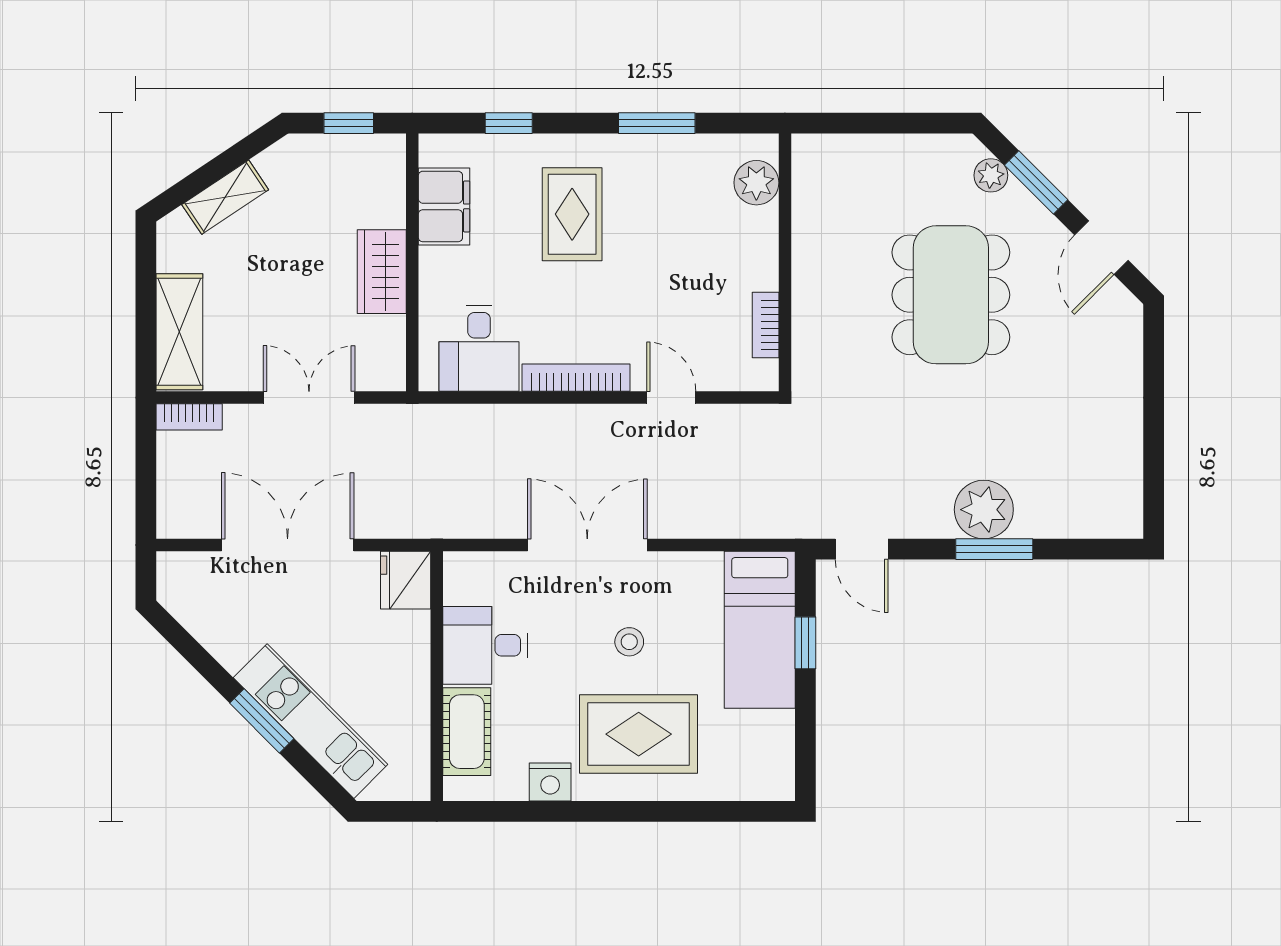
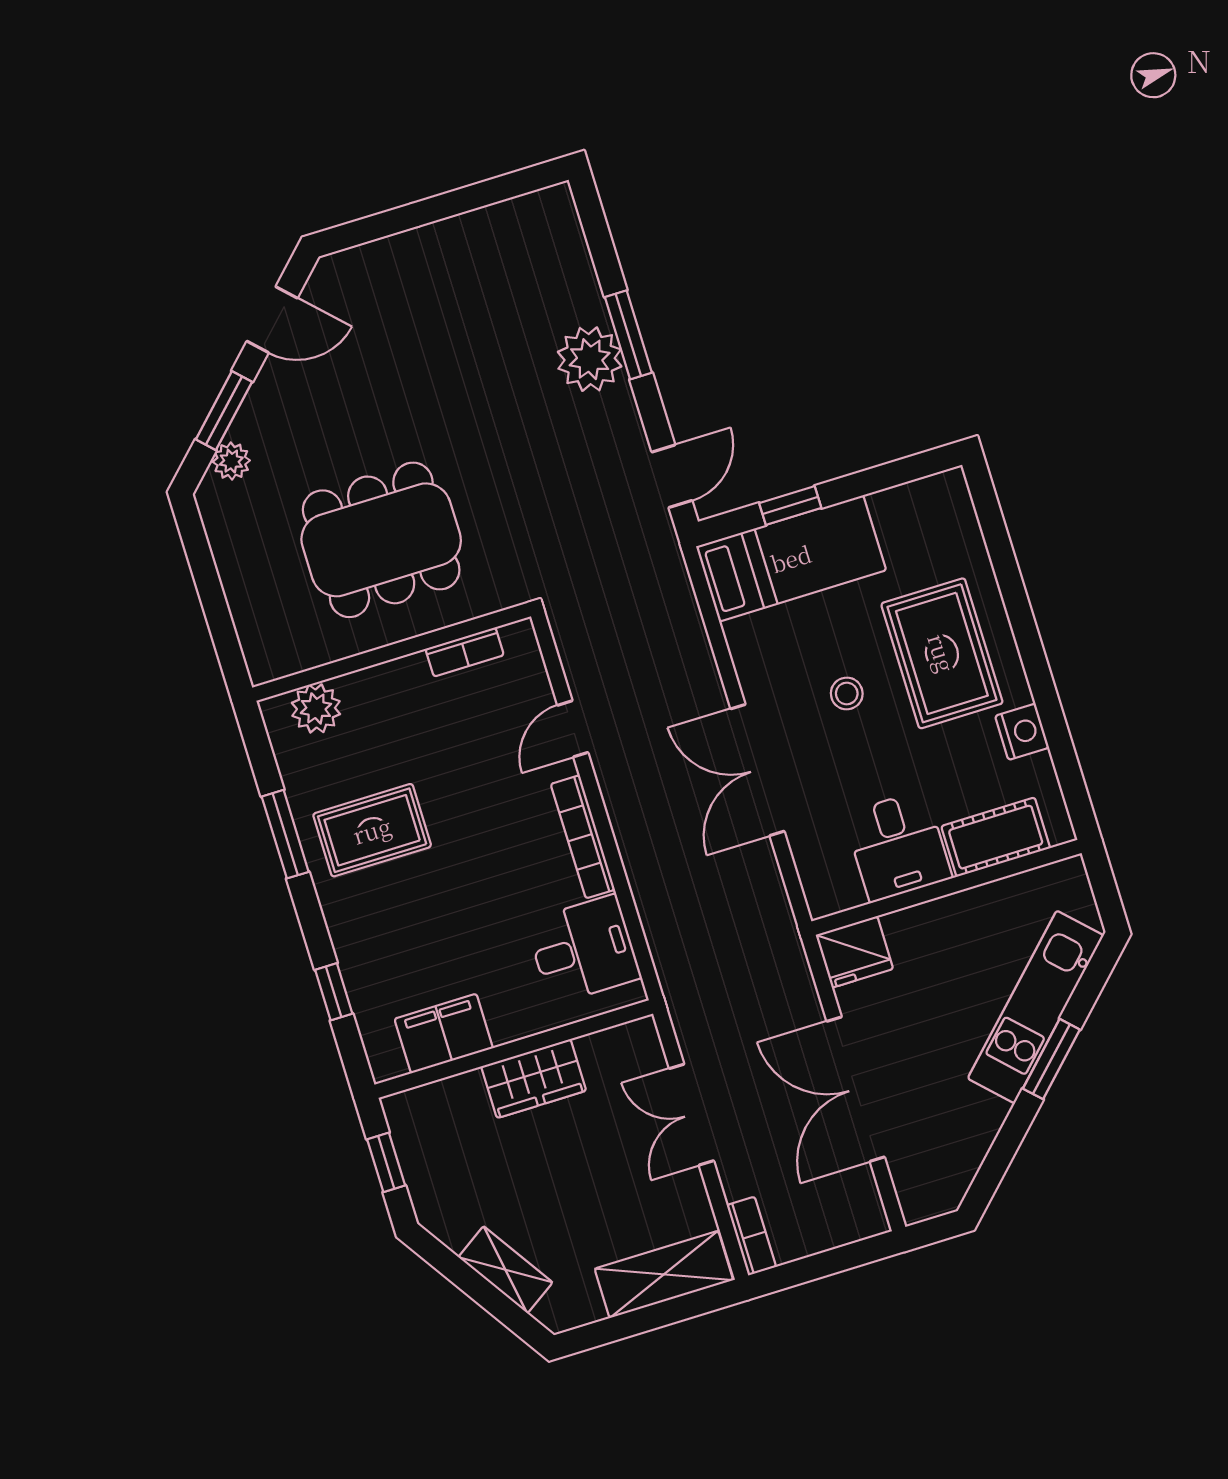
rug: (572, 214) -> (372, 830), moved
dining table: (951, 295) -> (381, 540), moved

